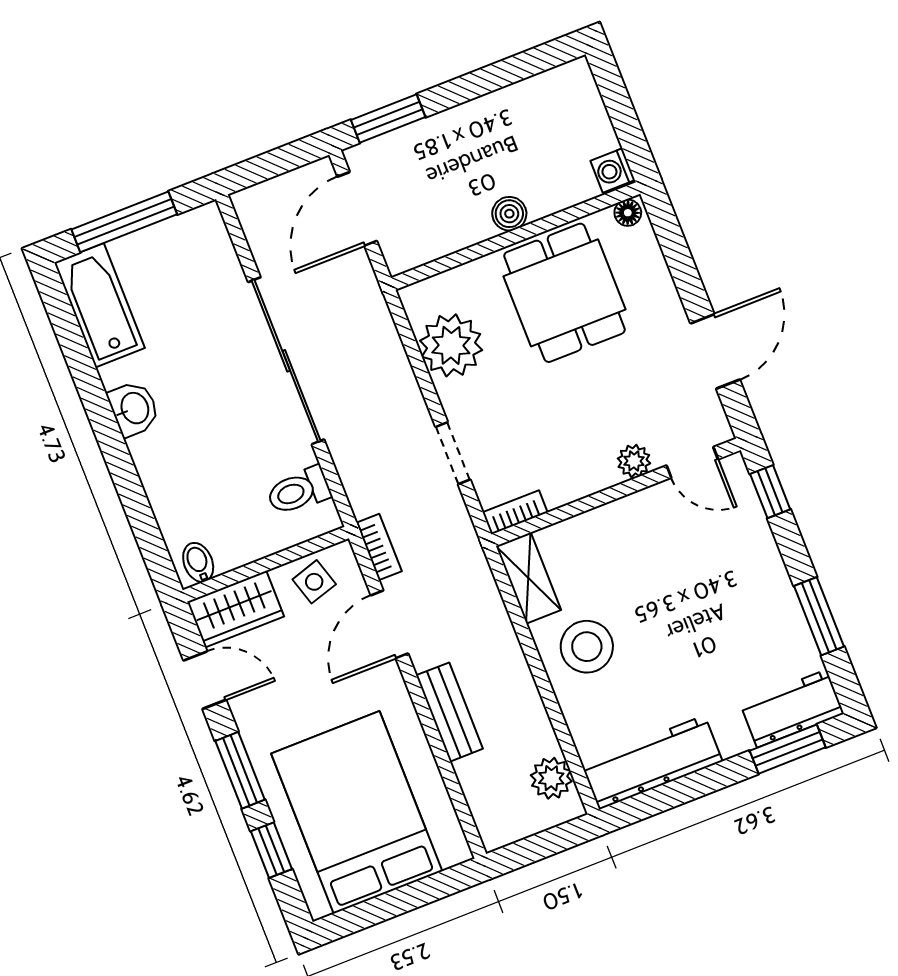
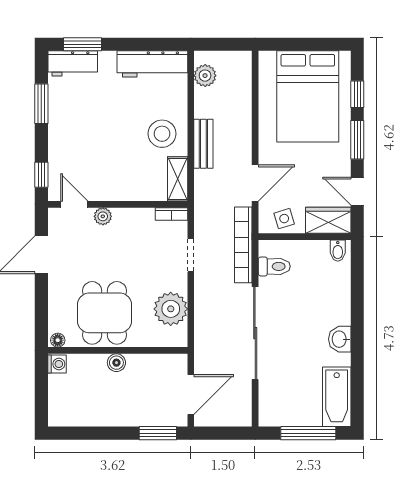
bookcase: (379, 547) -> (243, 245), width x2.31, depth x1.31
bench: (449, 712) -> (203, 144), moved

